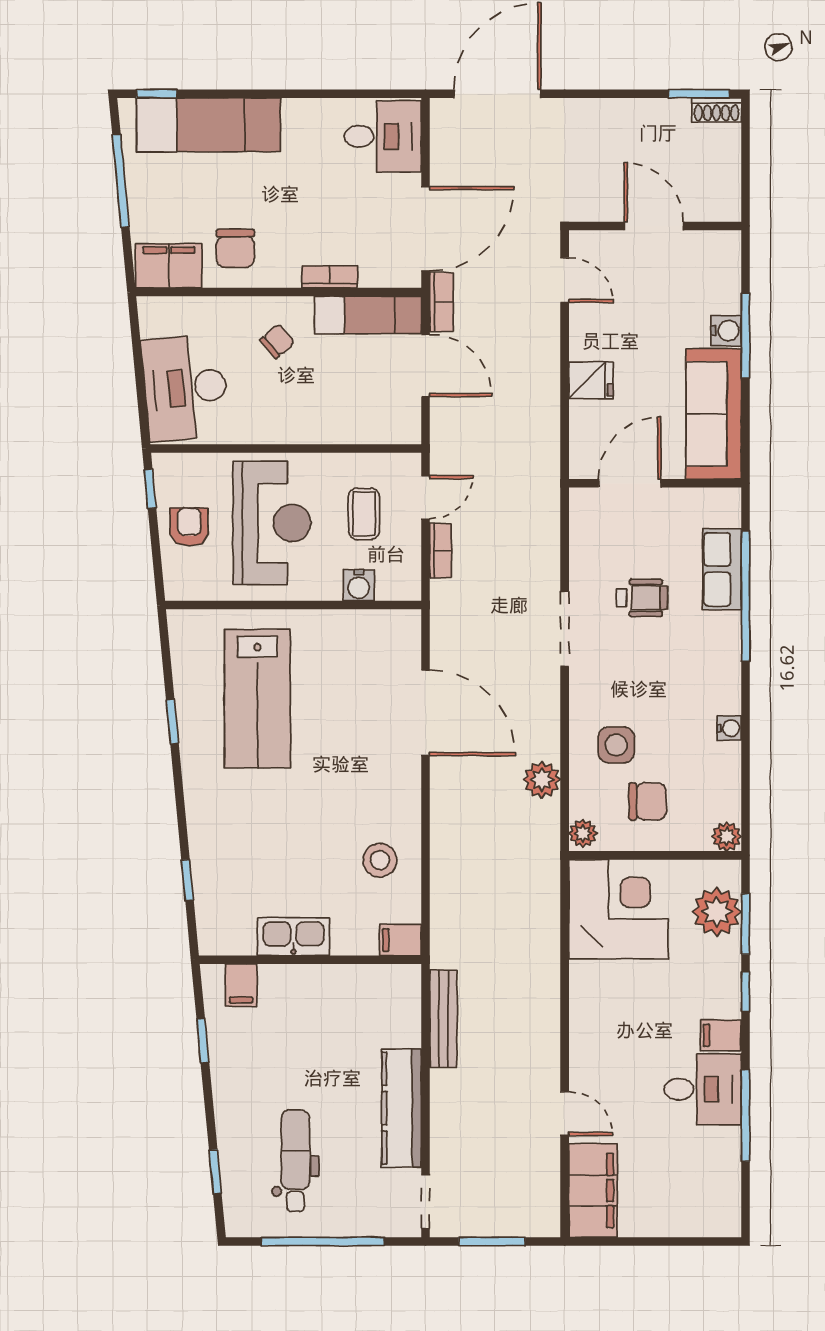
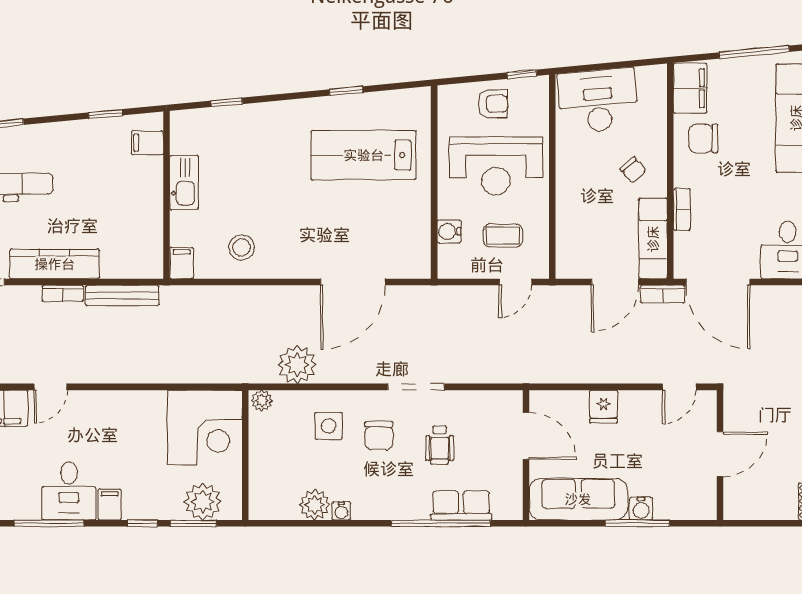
door: (426, 497) -> (515, 282), hinge flipped
bookcase: (441, 551) -> (63, 293), moved
plant: (542, 780) -> (297, 365), width x1.36, depth x1.36
chair: (648, 801) -> (379, 436), moved
plant: (727, 837) -> (315, 505), moved, width x1.38, depth x1.38

